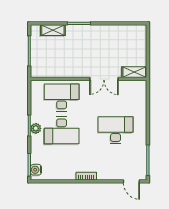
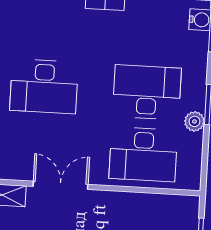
plant: (36, 128) -> (194, 121), moved

